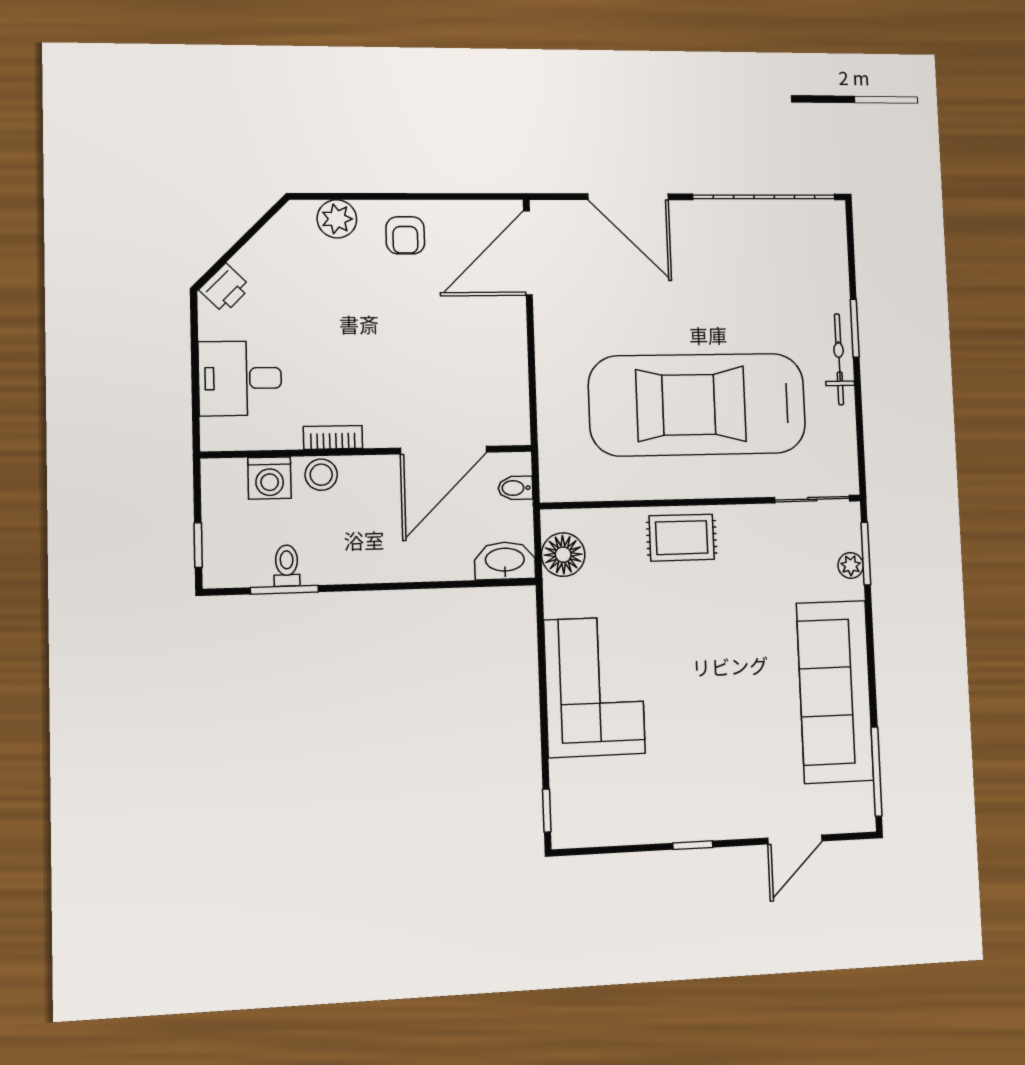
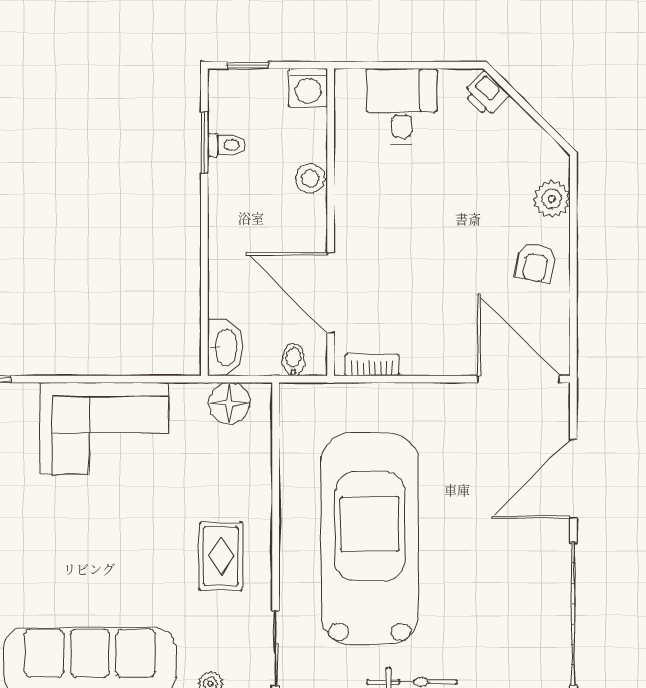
armchair: (405, 235) -> (536, 263), turned -79
bookcase: (333, 437) -> (372, 365), moved, turned -90
washing machine: (270, 478) -> (308, 88), moved, turned -90
rug: (682, 538) -> (221, 556), moved

